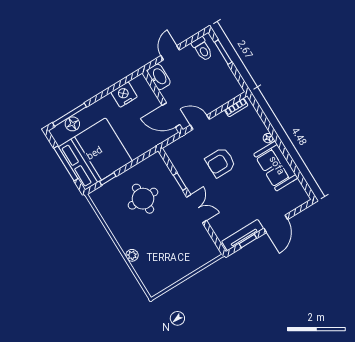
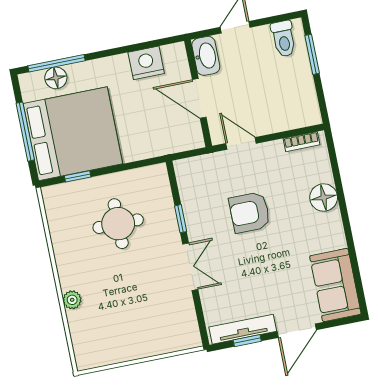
door: (171, 115) -> (199, 98), moved
floor lamp: (268, 138) -> (324, 198), width x1.89, depth x1.89
sofa: (276, 166) -> (335, 285), moved

